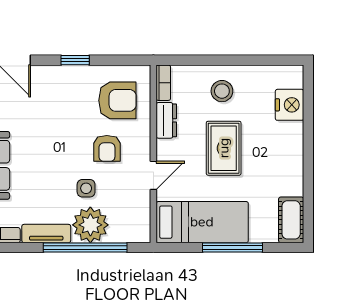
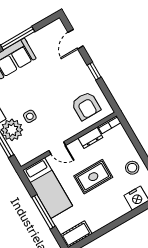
stool: (222, 91) -> (132, 168), moved
armchair: (107, 148) -> (57, 115), removed

